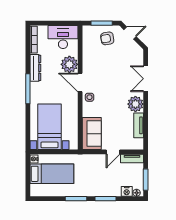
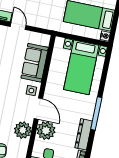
plant: (90, 61) -> (23, 130), added
sofa: (92, 134) -> (35, 63), moved
door: (113, 152) -> (18, 26), hinge flipped

